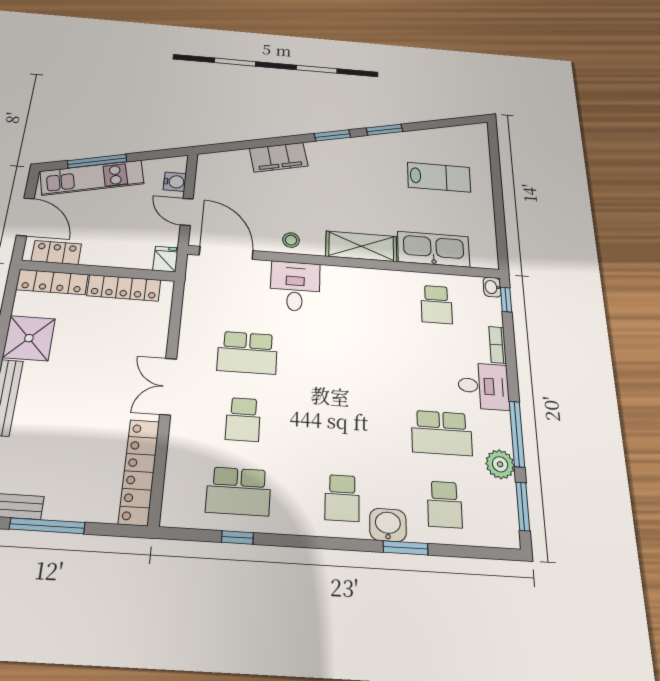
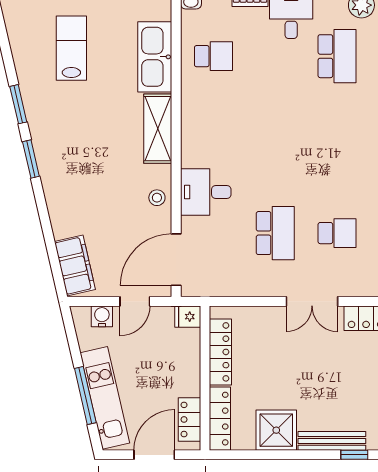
filing cabinet: (279, 157) -> (75, 265), moved

